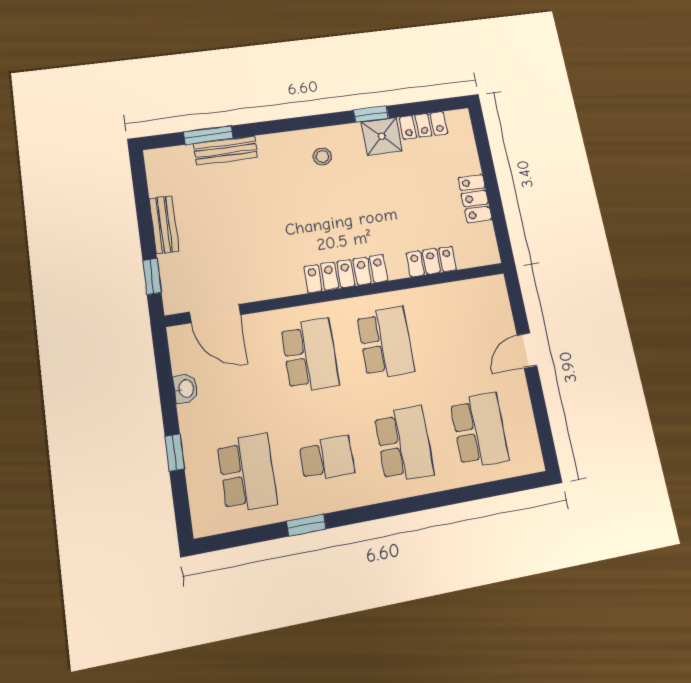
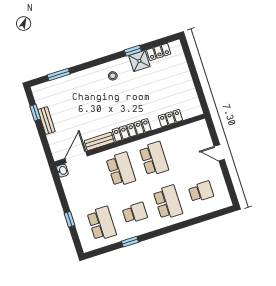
bench: (226, 150) -> (99, 141), moved
locker: (475, 198) -> (188, 84), removed
window: (152, 277) -> (35, 113), moved
door: (215, 313) -> (76, 157), swing flipped
door: (527, 350) -> (219, 153), hinge flipped
washbasin: (185, 389) -> (62, 171), moved
school desk: (480, 430) -> (201, 192), width x0.54

